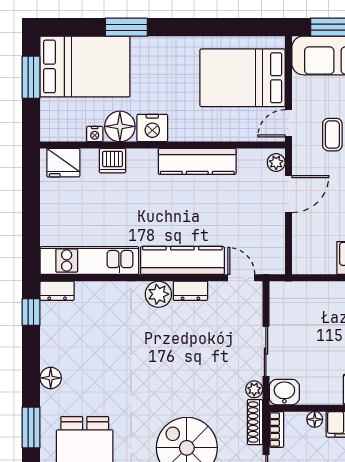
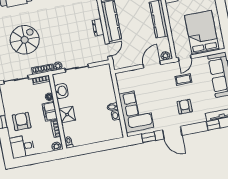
door: (288, 123) -> (185, 58), swing flipped
door: (288, 194) -> (152, 64), swing flipped
plant: (158, 294) -> (94, 13), removed
washbasin: (284, 392) -> (61, 91), moved

